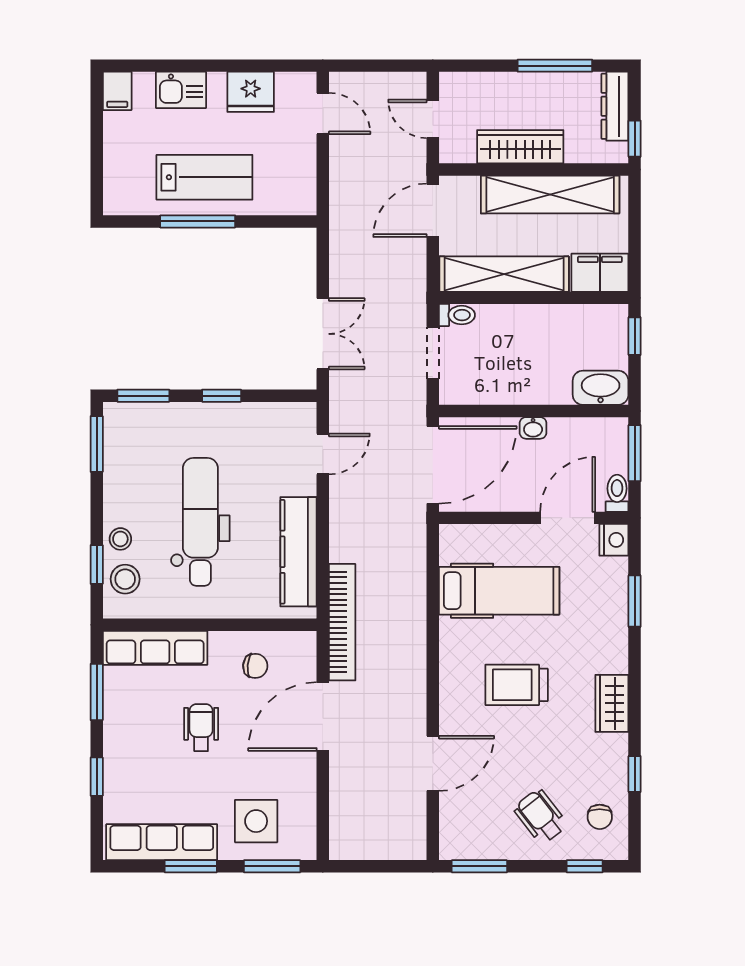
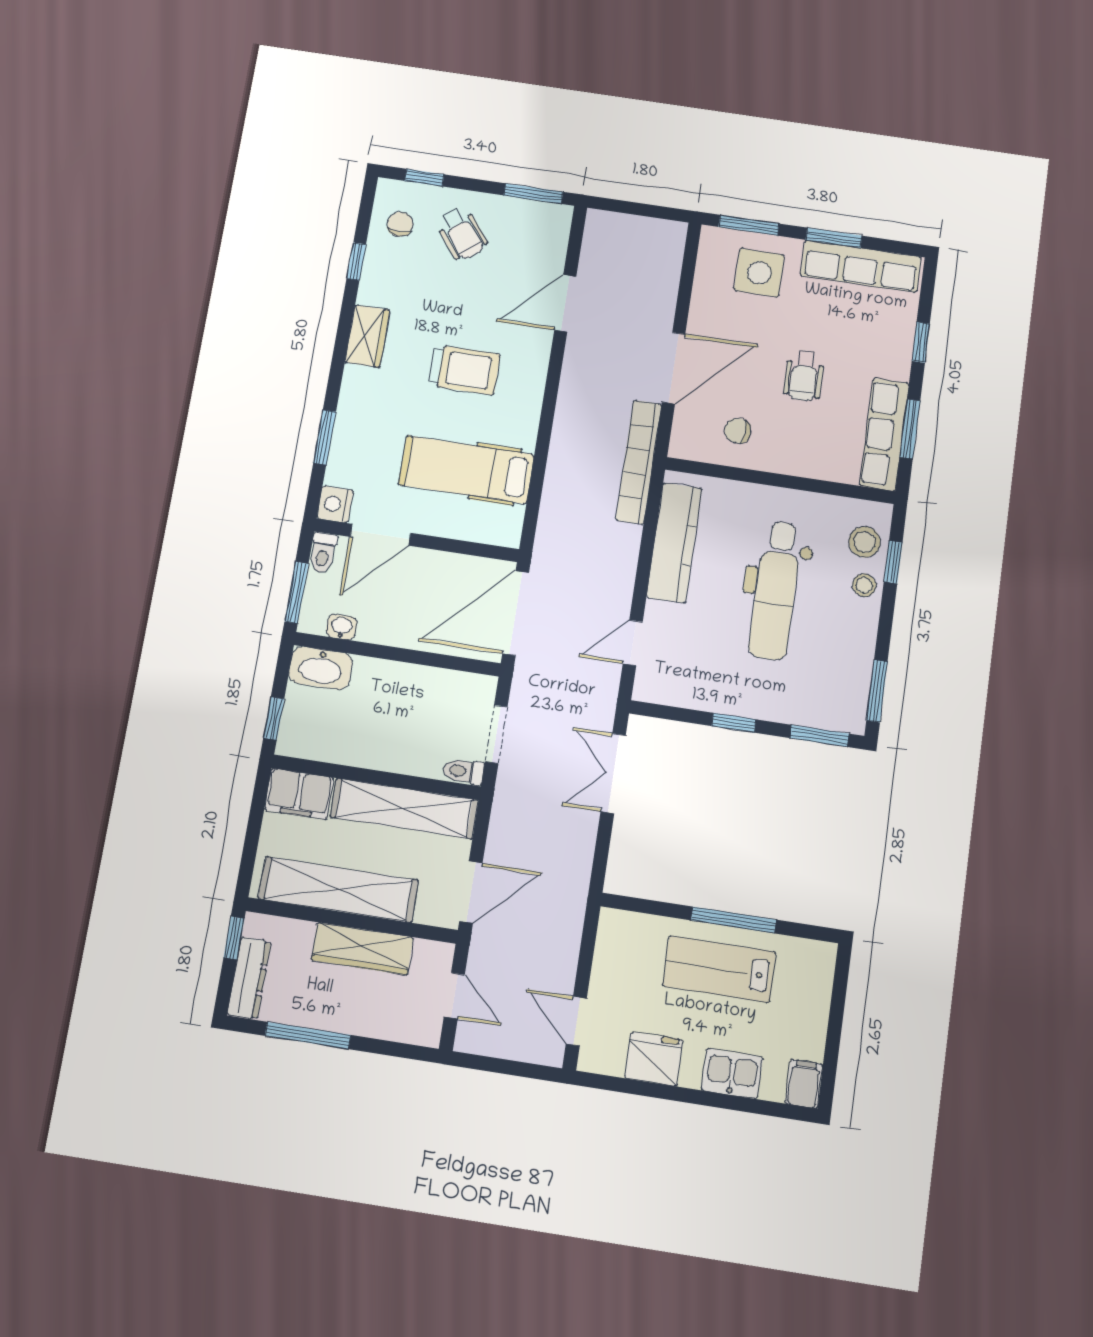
washbasin: (533, 428) -> (342, 627), moved
row of seats: (155, 648) -> (884, 434), moved, turned -90

